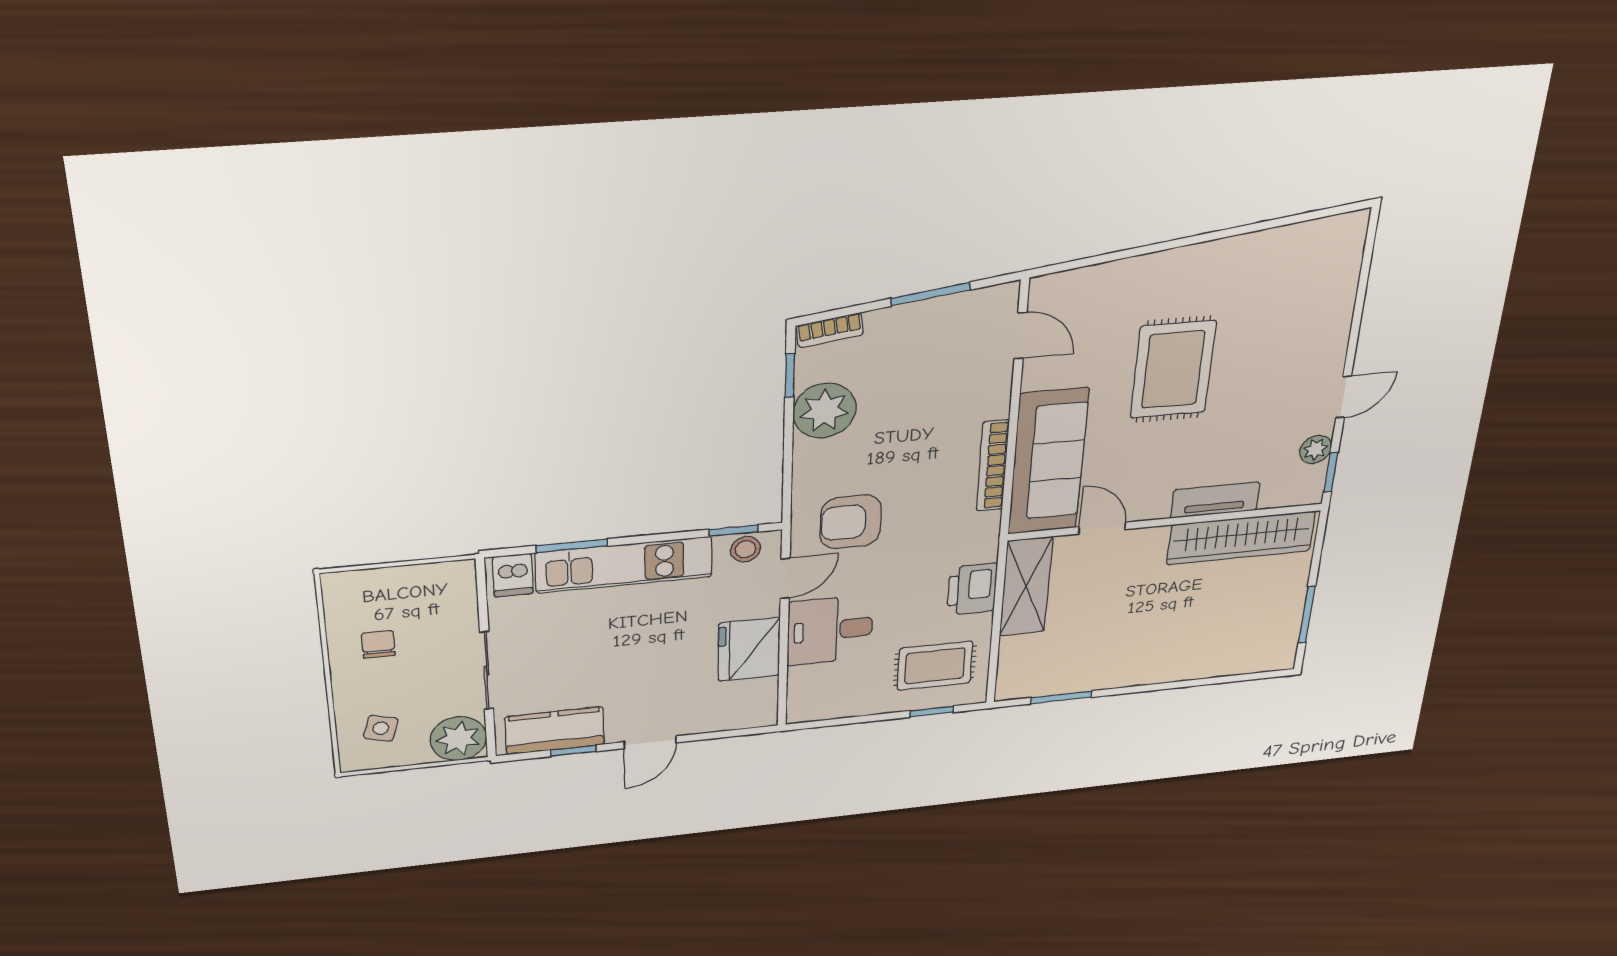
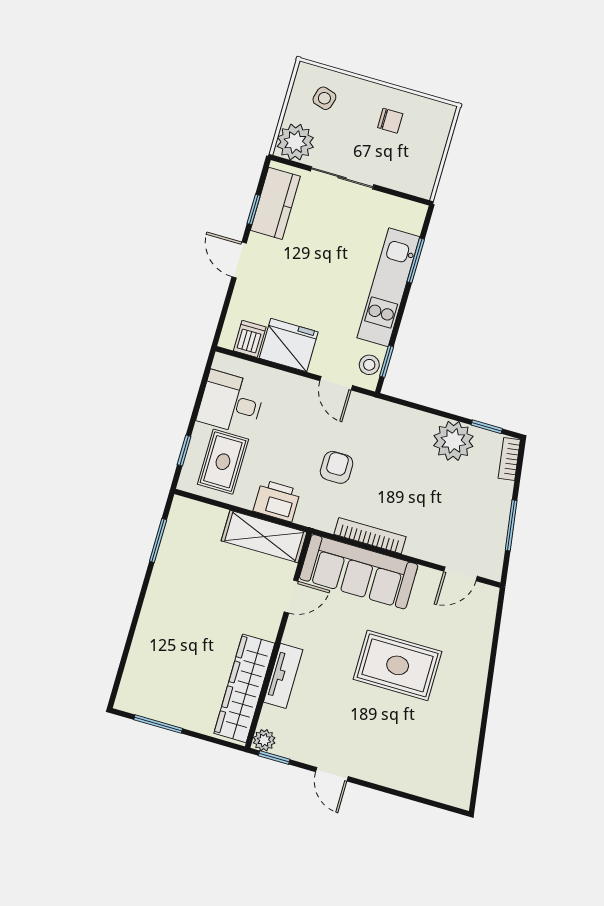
plant: (1316, 449) -> (264, 740), moved
armchair: (851, 522) -> (337, 467), moved, width x0.72, depth x0.72
dishwasher: (513, 575) -> (250, 339), moved, turned 90
desk: (830, 630) -> (231, 403), moved, turned -90

